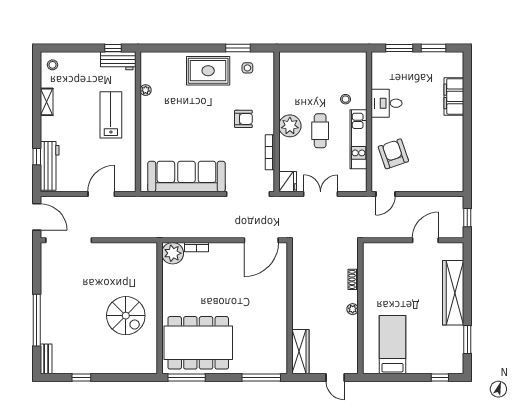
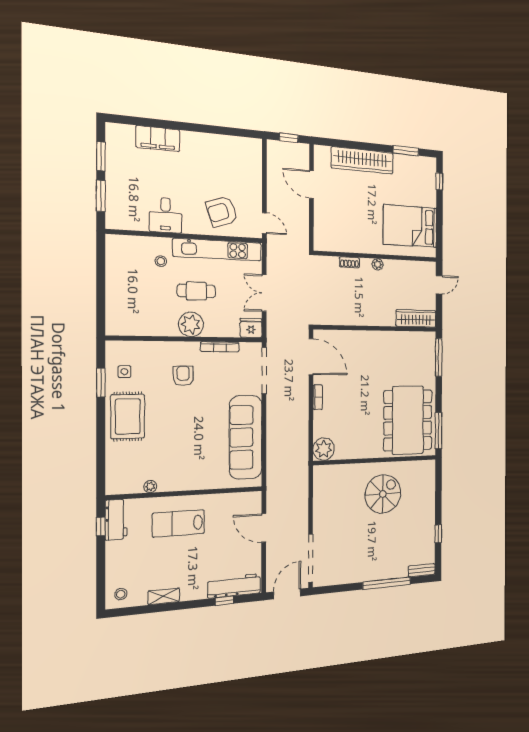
kitchen unit: (359, 139) -> (218, 250), width x1.36
bookcase: (197, 247) -> (318, 397), moved
bed: (392, 345) -> (410, 226), width x1.50

